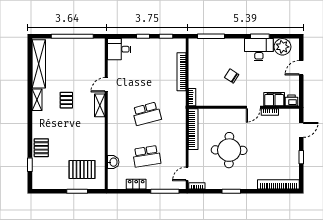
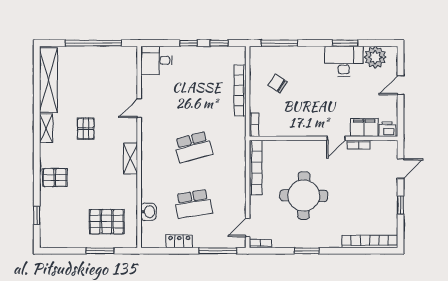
chair: (232, 76) -> (278, 83), moved
shelving: (100, 105) -> (130, 158), moved
pallet: (41, 148) -> (55, 178), moved, turned 90

